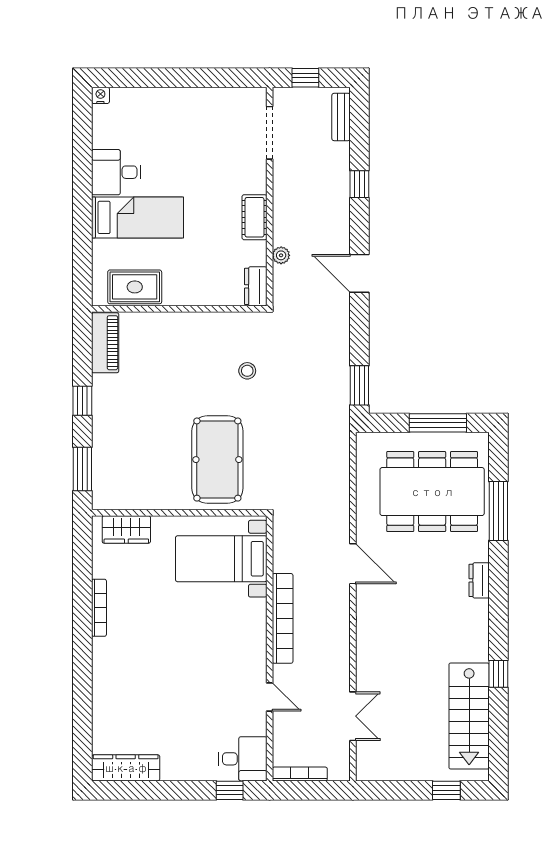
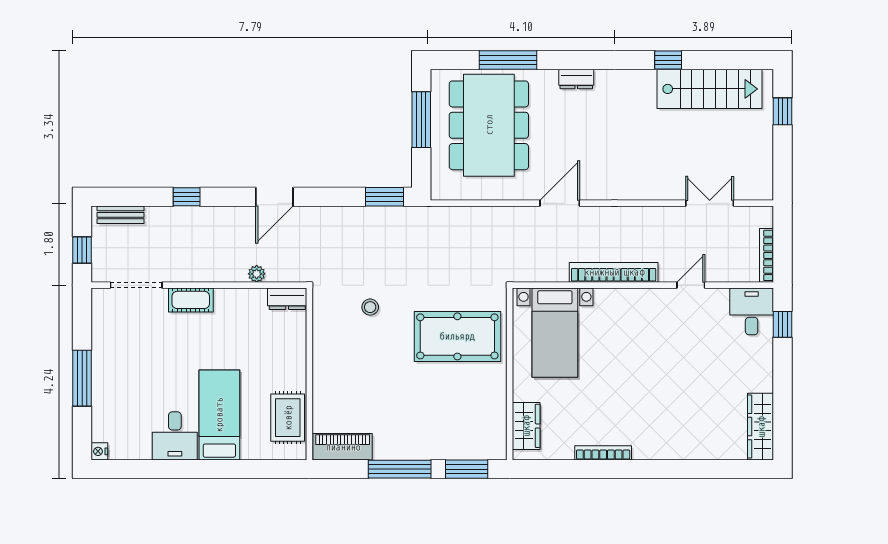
window: (175, 78) -> (82, 378), added
cot: (254, 217) -> (191, 300), moved
window: (82, 401) -> (400, 469), width x2.17

